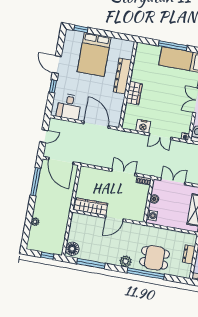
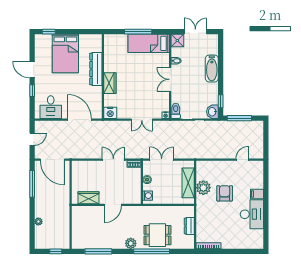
nightstand: (143, 126) -> (110, 113), moved
wardrobe: (91, 207) -> (88, 198), width x0.67
floor lamp: (72, 249) -> (78, 241), removed

